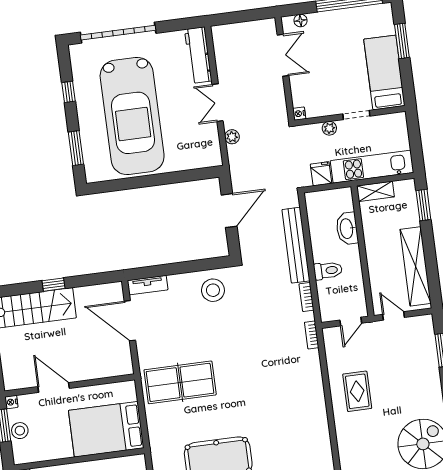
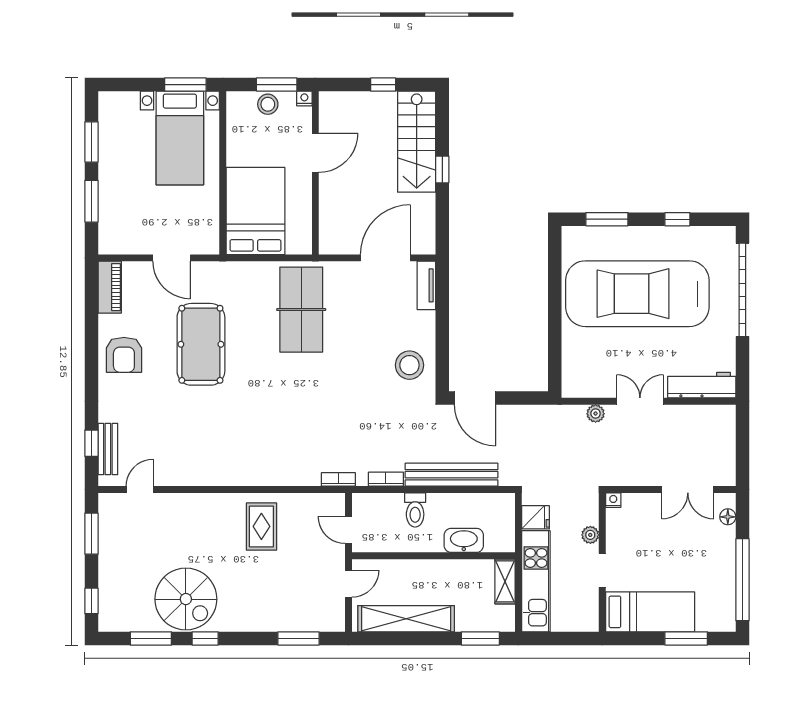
door: (229, 211) -> (475, 398), moved
rug: (357, 391) -> (261, 526), turned 90

